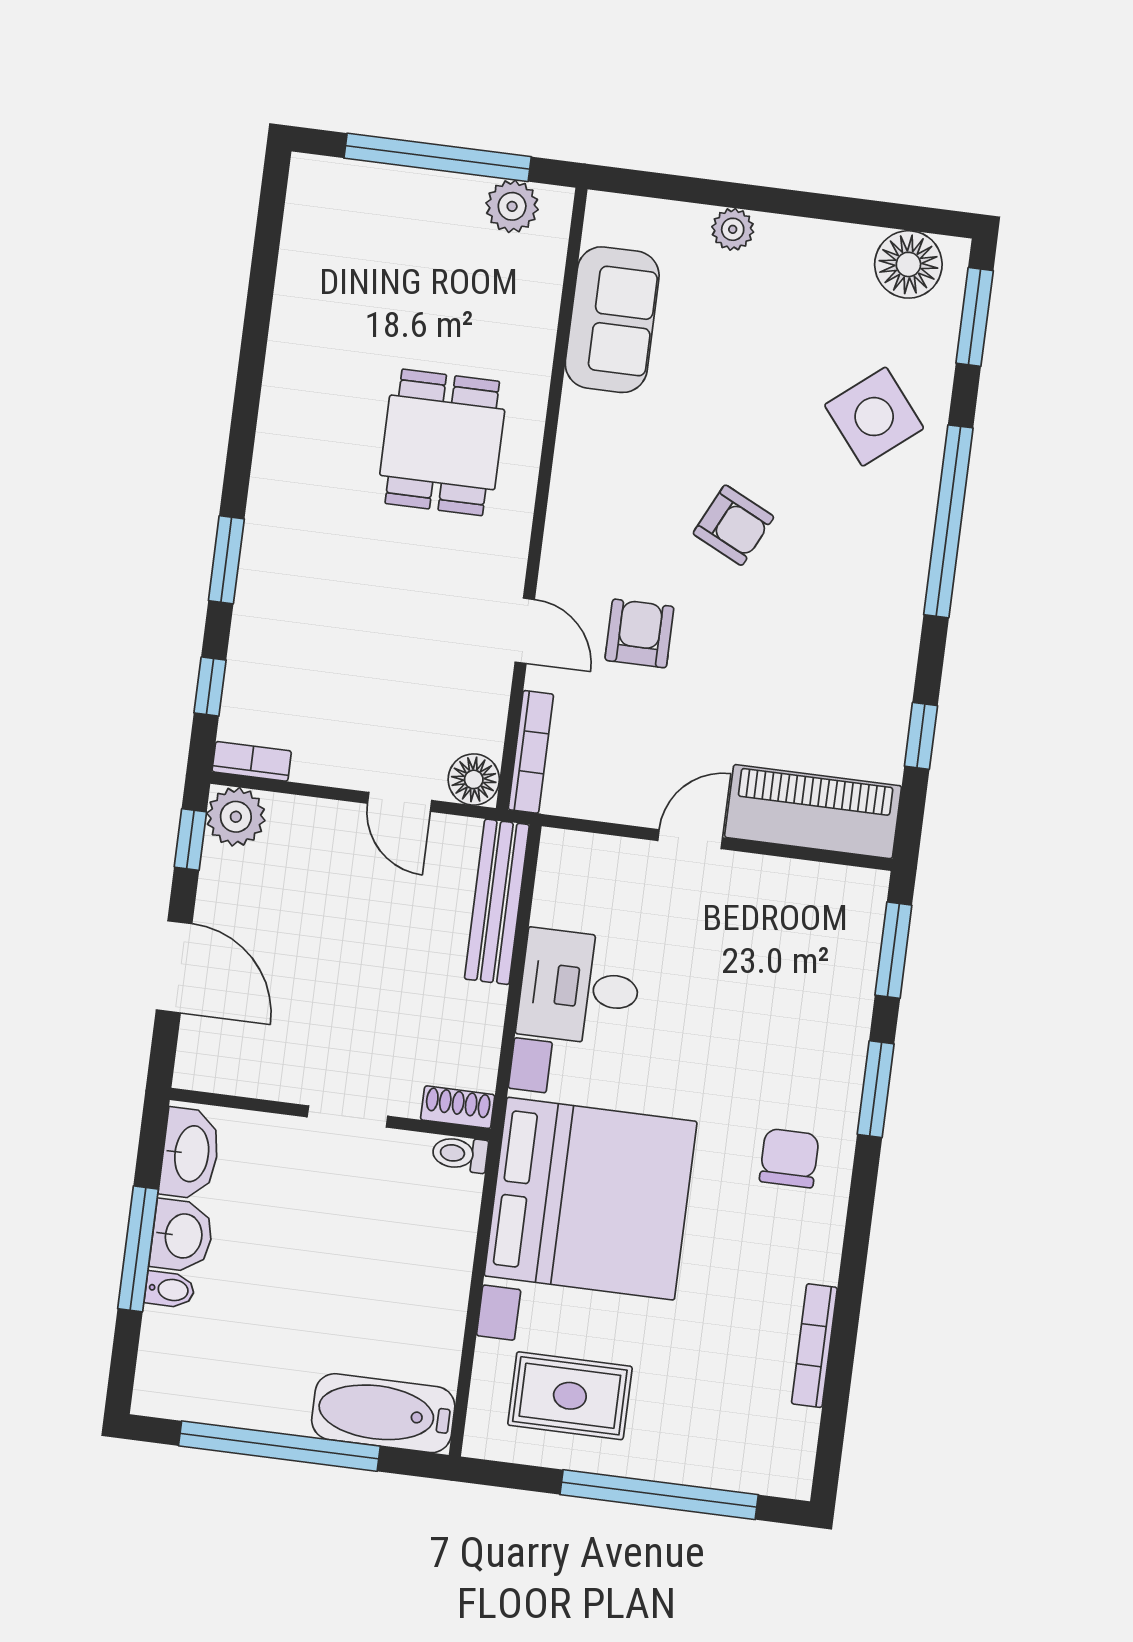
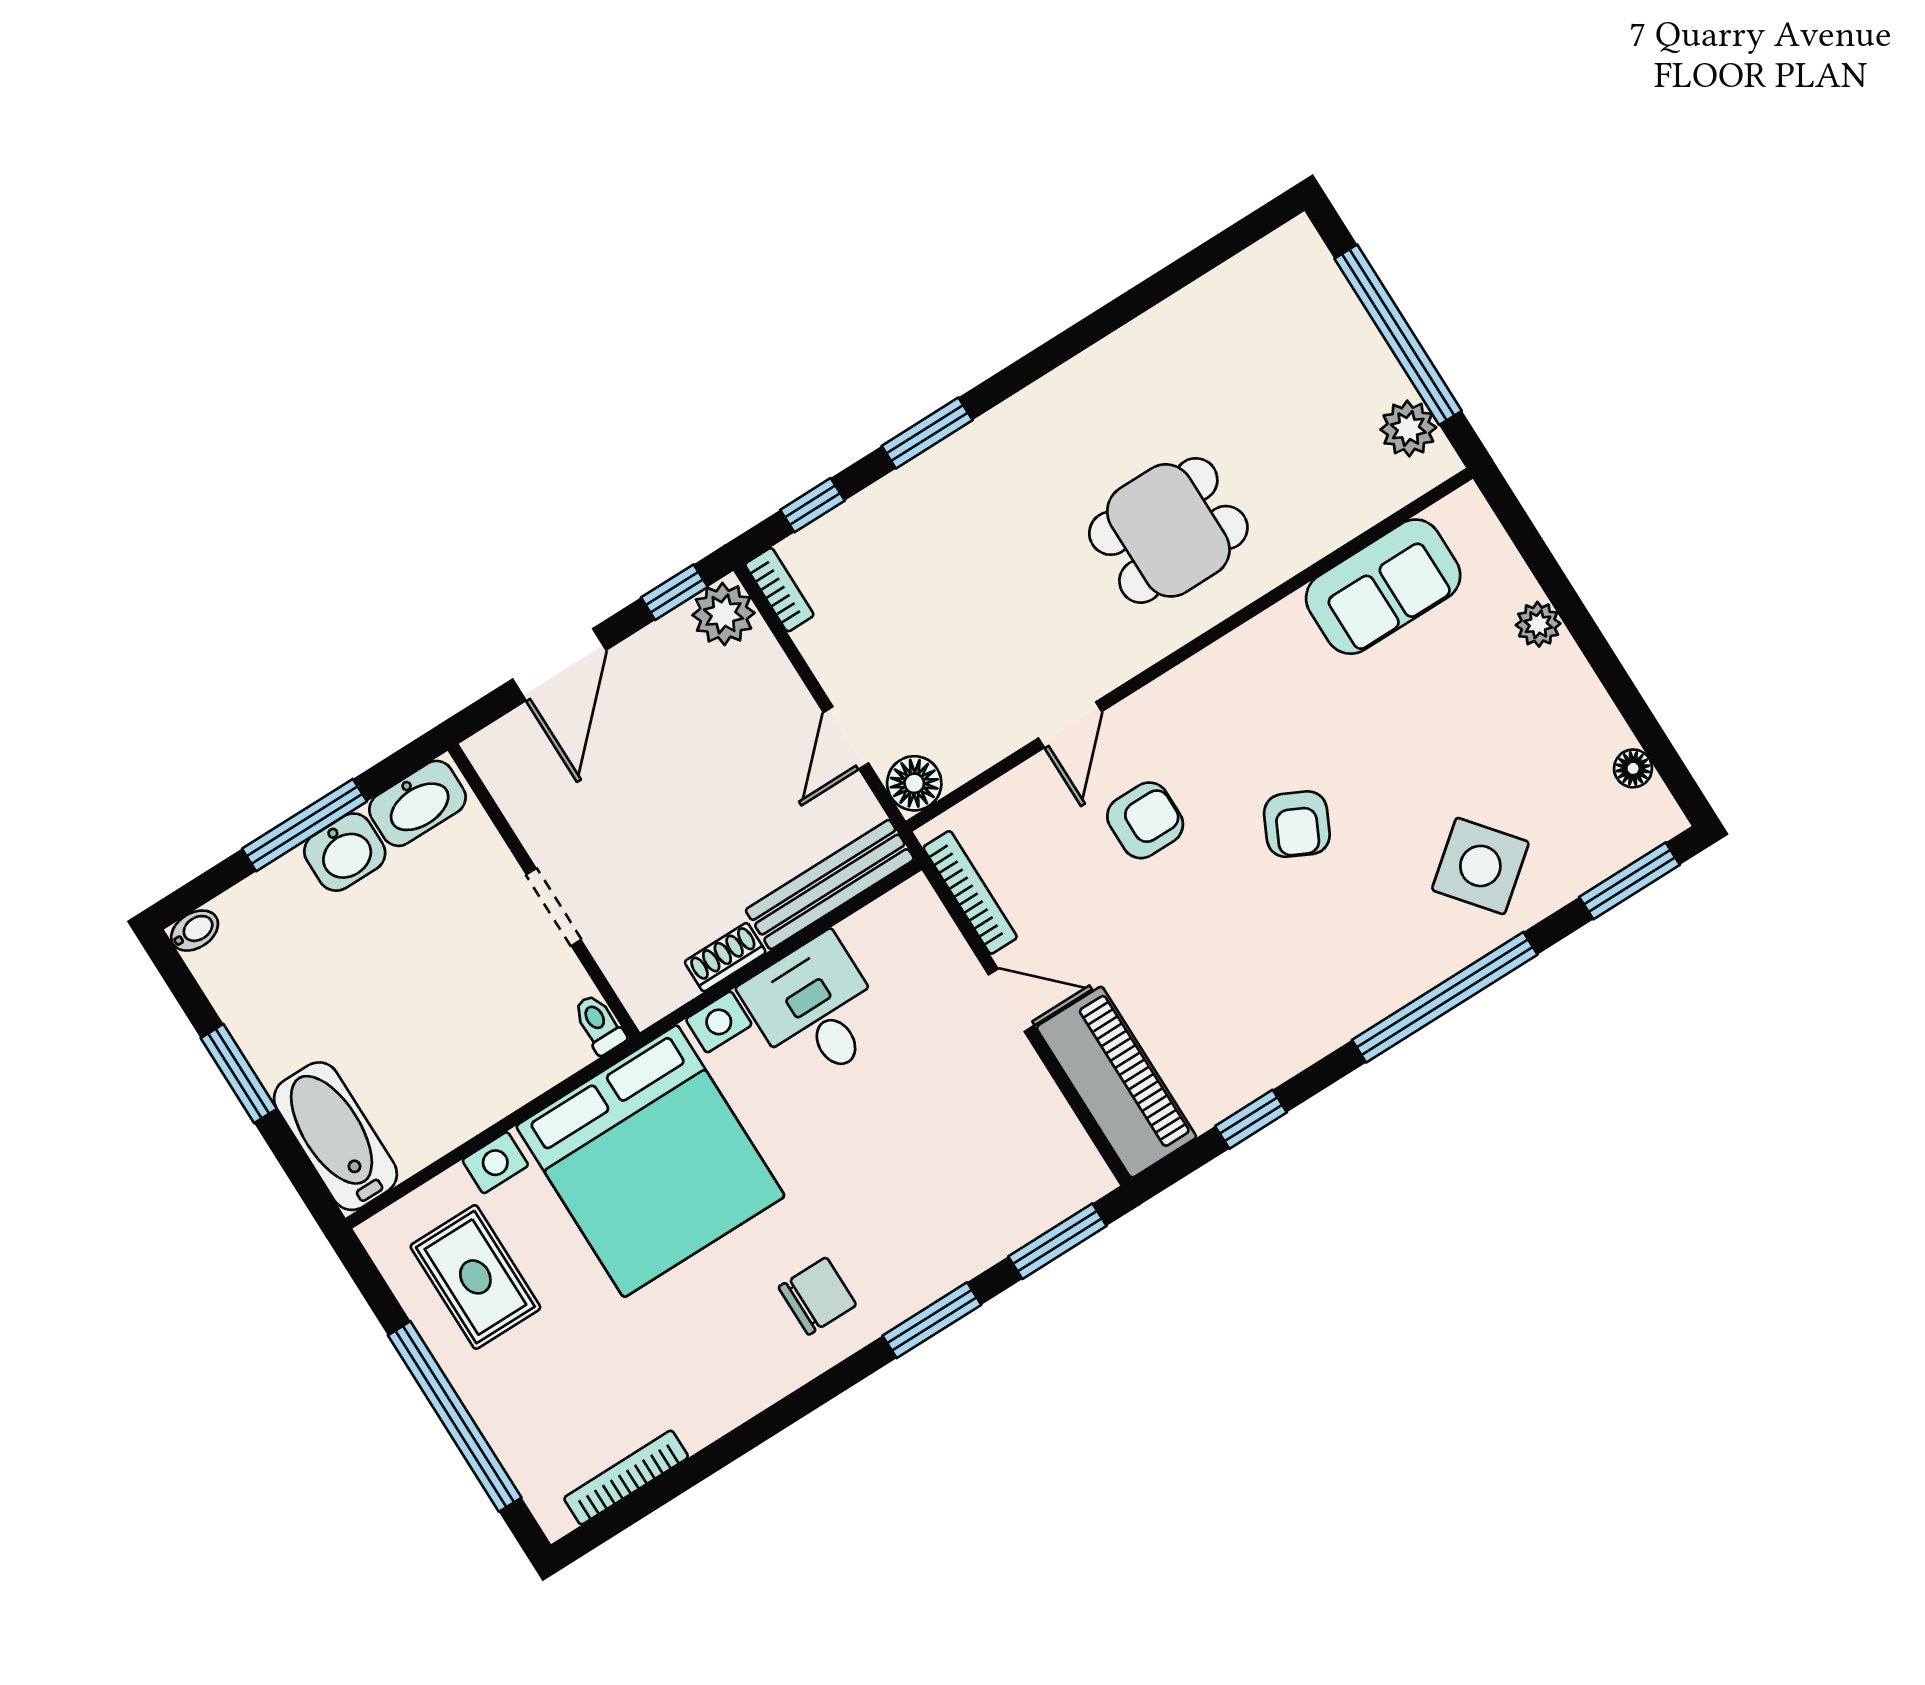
floor lamp: (908, 264) -> (1633, 768), width x0.53, depth x0.53
bookcase: (531, 752) -> (970, 892), moved, turned -90
shoe rack: (458, 1107) -> (725, 957), moved, turned -90
bidet: (170, 1290) -> (195, 931), moved, turned -90
bookcase: (814, 1346) -> (626, 1478), moved
window: (279, 1446) -> (239, 1073), width x0.47

